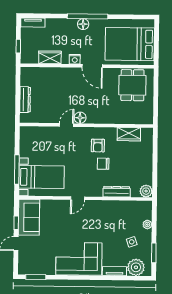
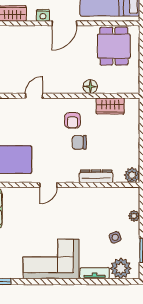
door: (92, 66) -> (64, 23), hinge flipped
floor lamp: (80, 118) -> (90, 87), moved

